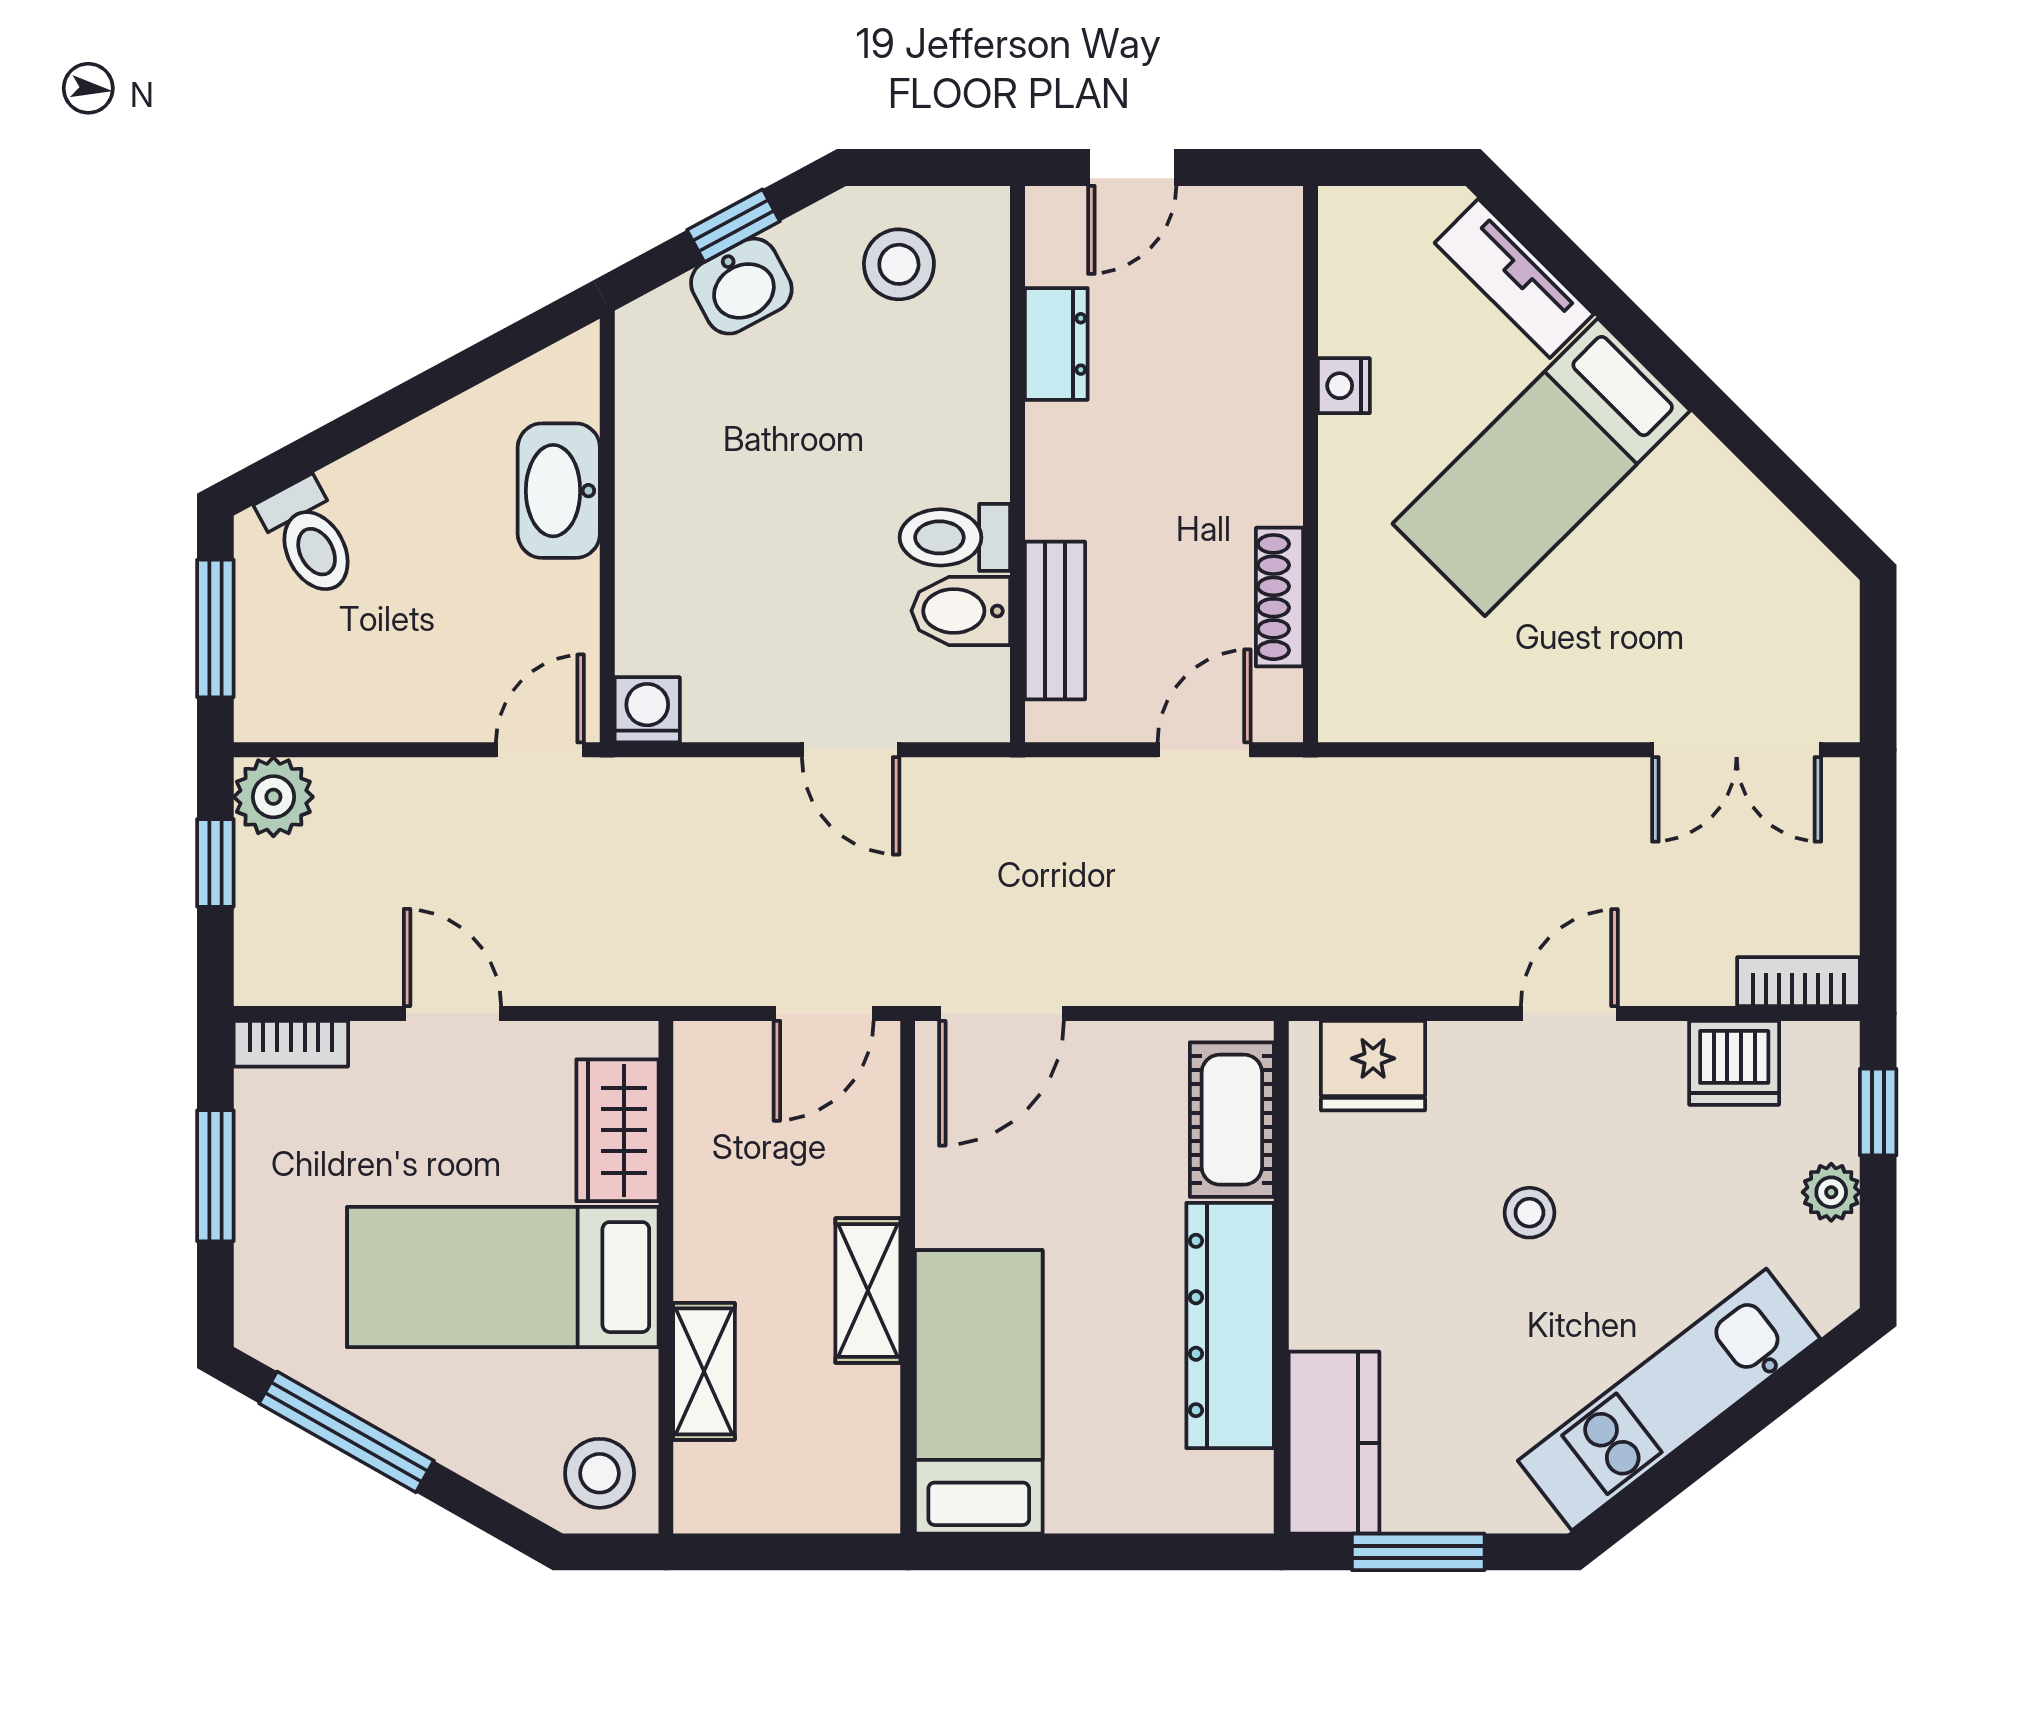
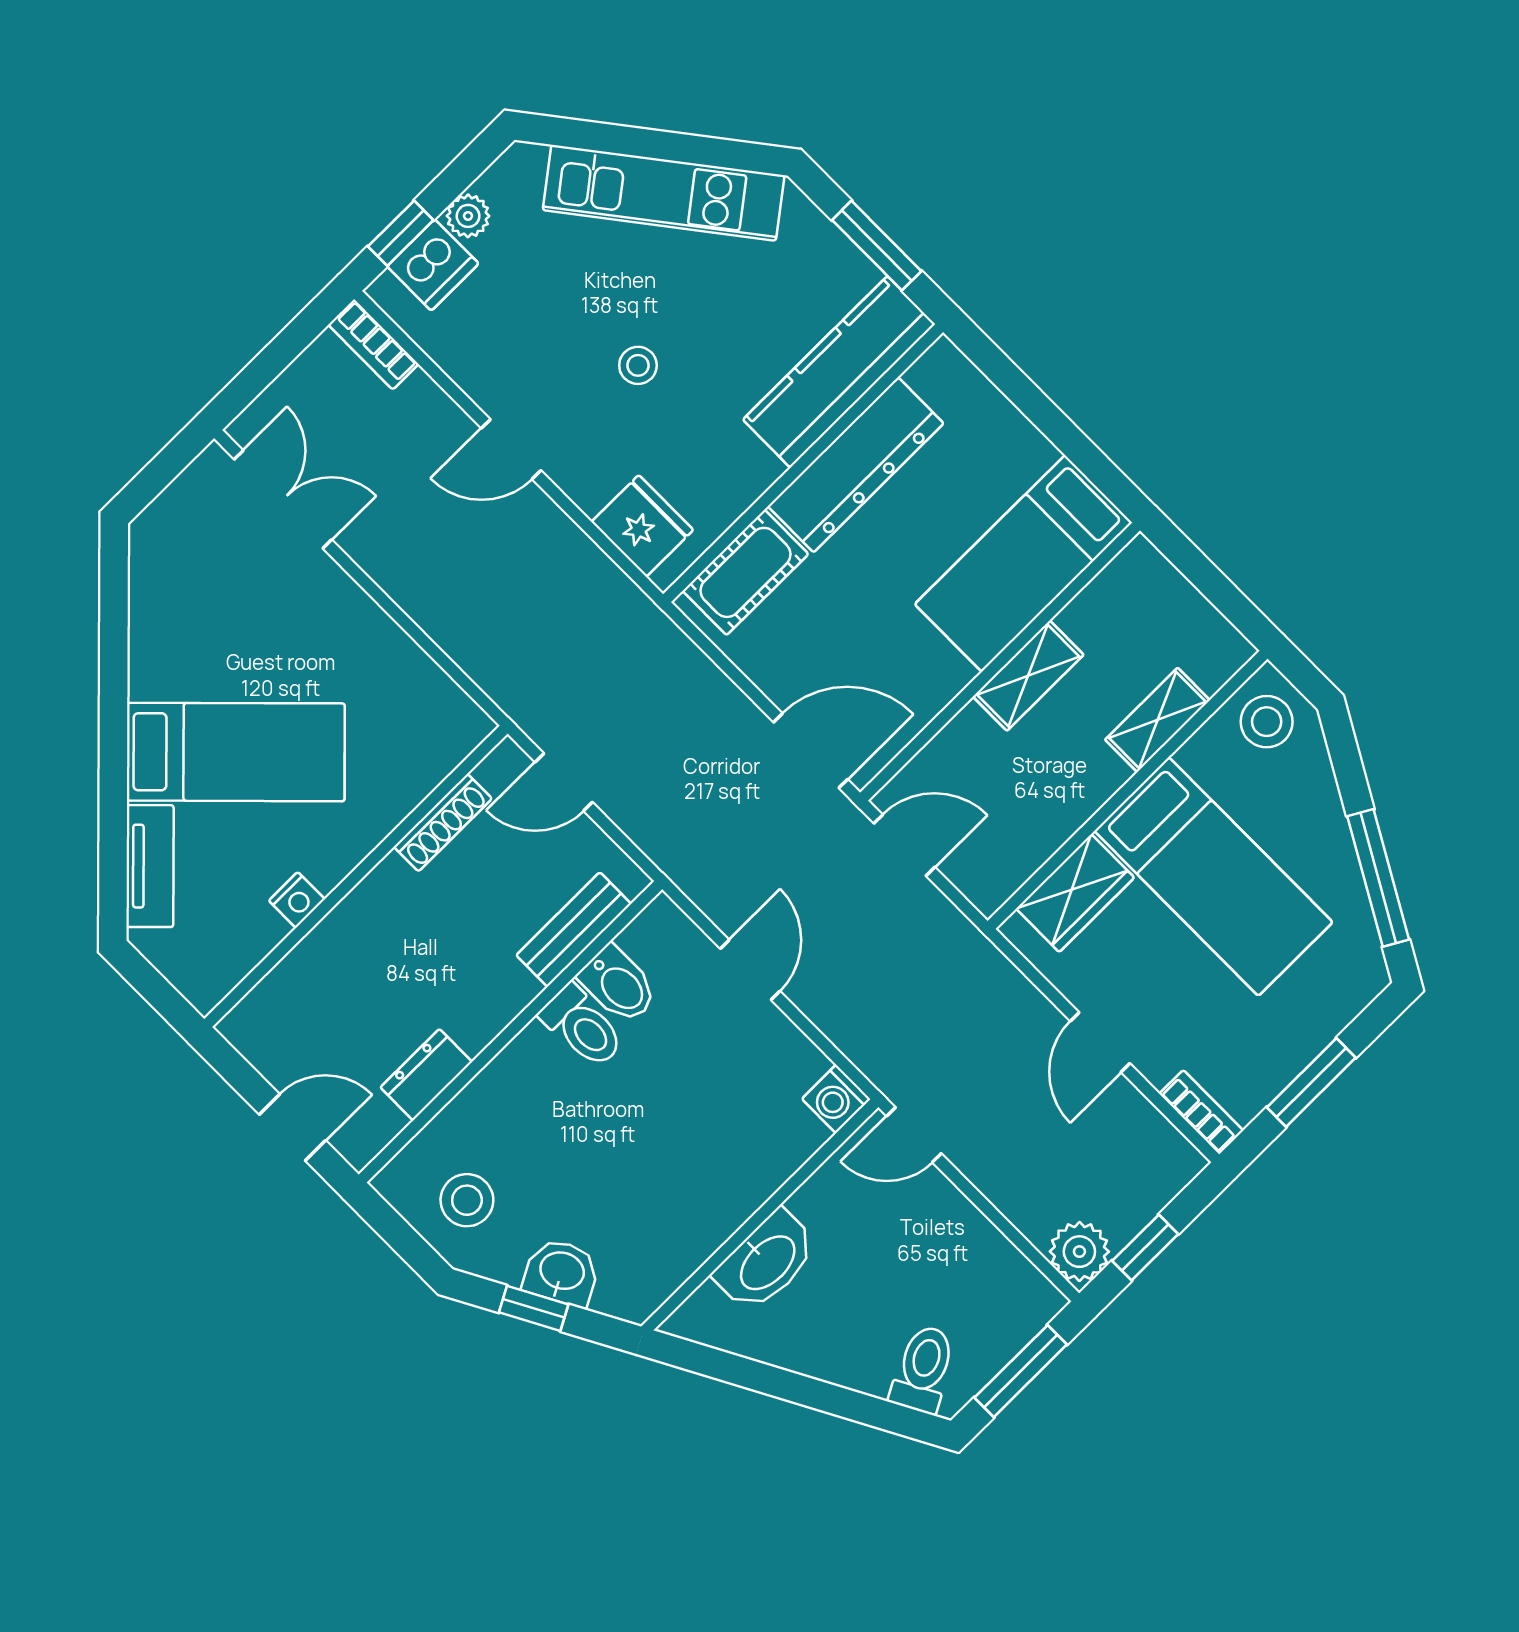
dishwasher: (1734, 1063) -> (433, 265), moved, turned 90
kitchen counter: (1334, 1443) -> (839, 372), width x1.50

